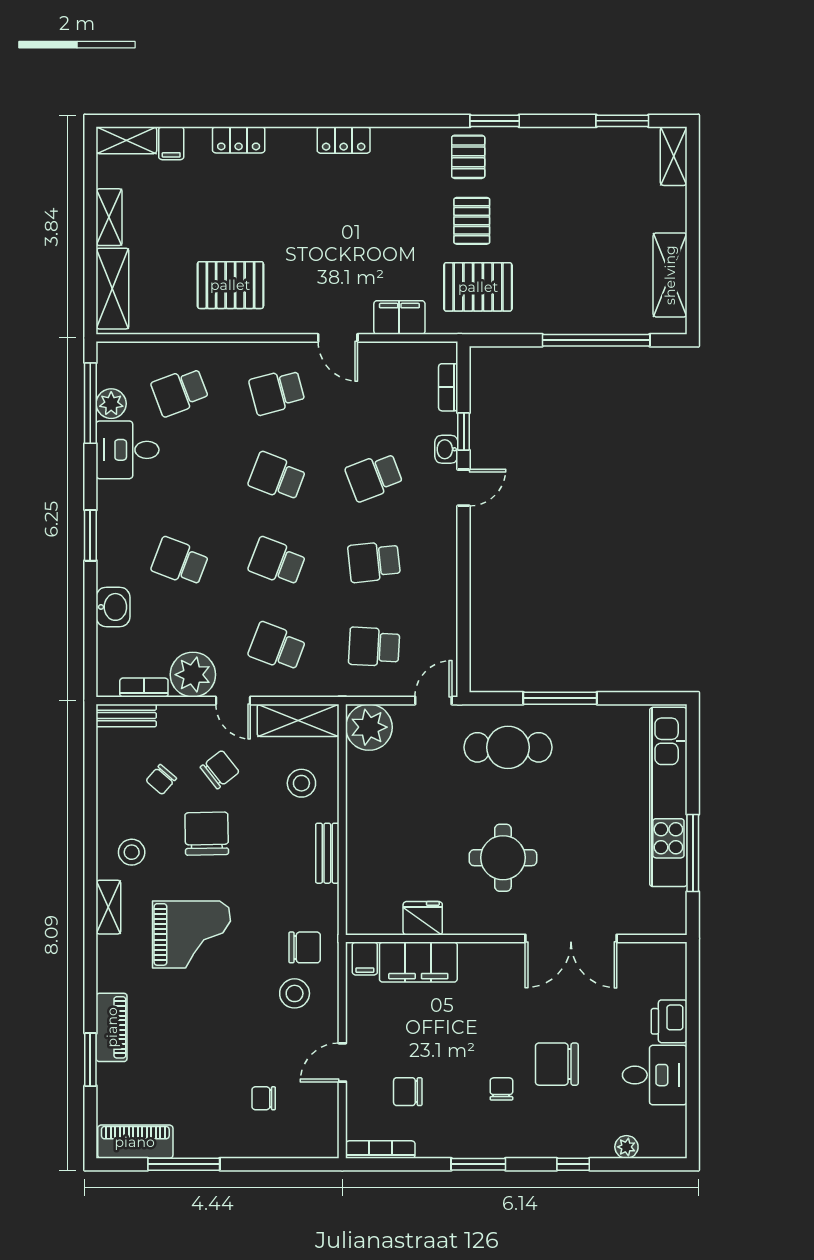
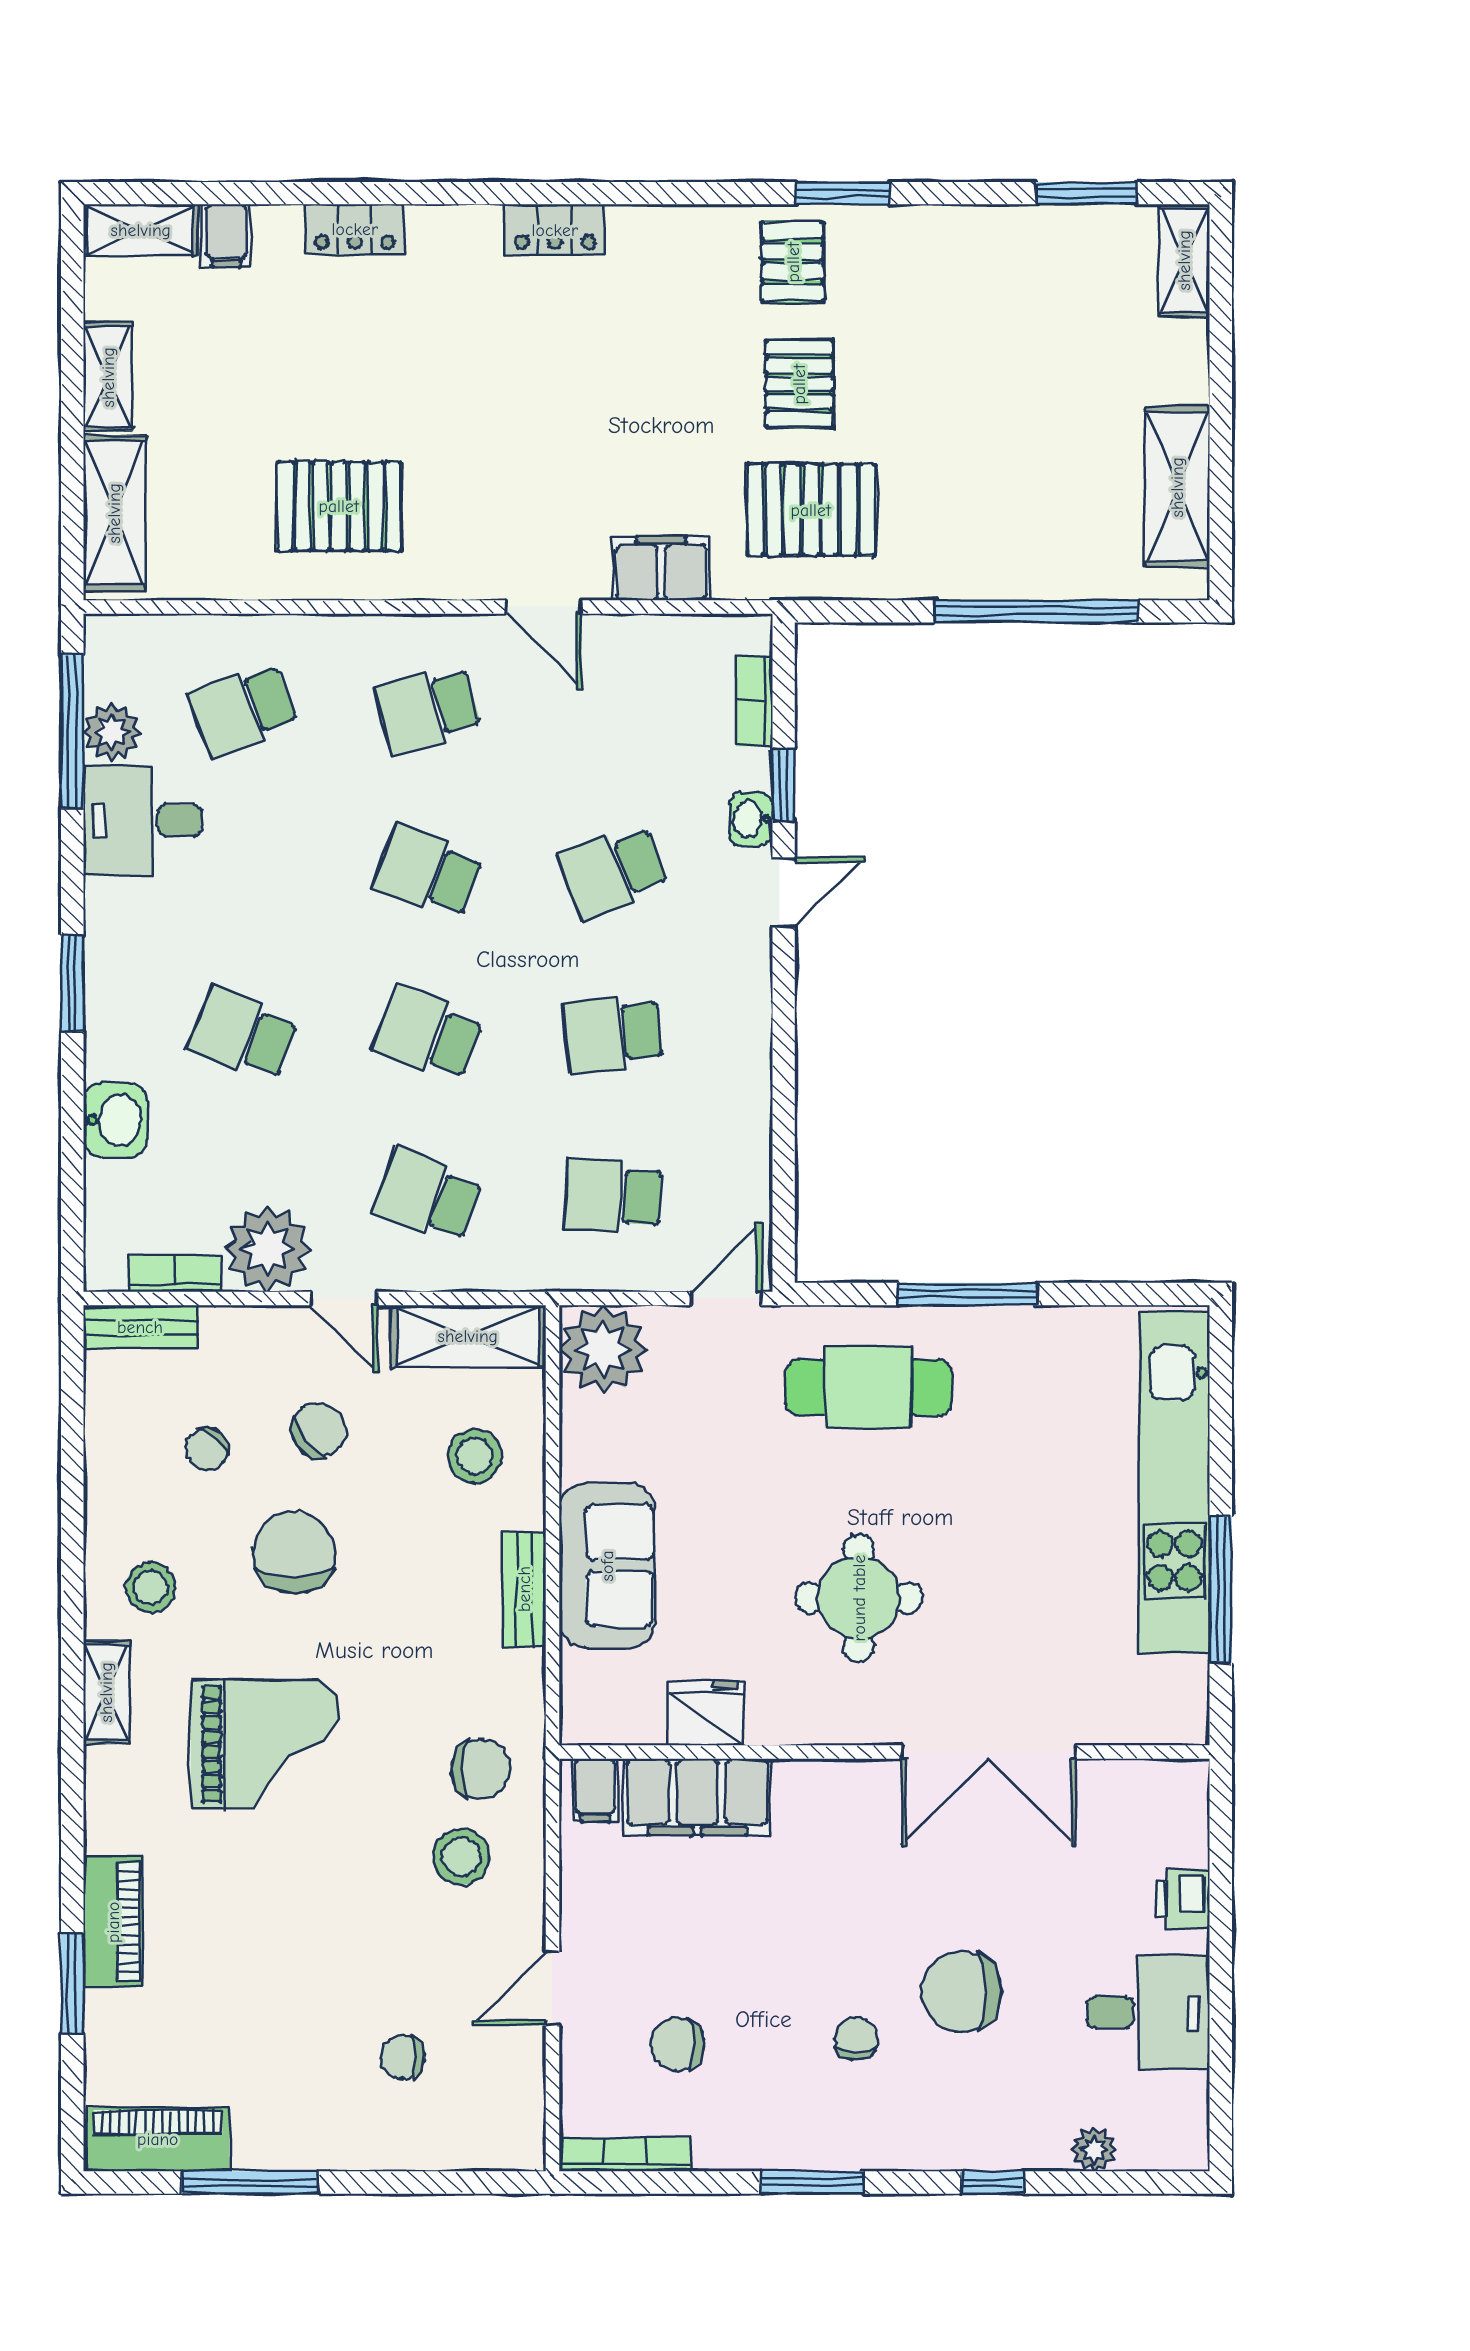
sofa: (371, 841) -> (607, 1566), added
printer: (669, 1021) -> (1182, 1899), width x0.73, depth x0.81

